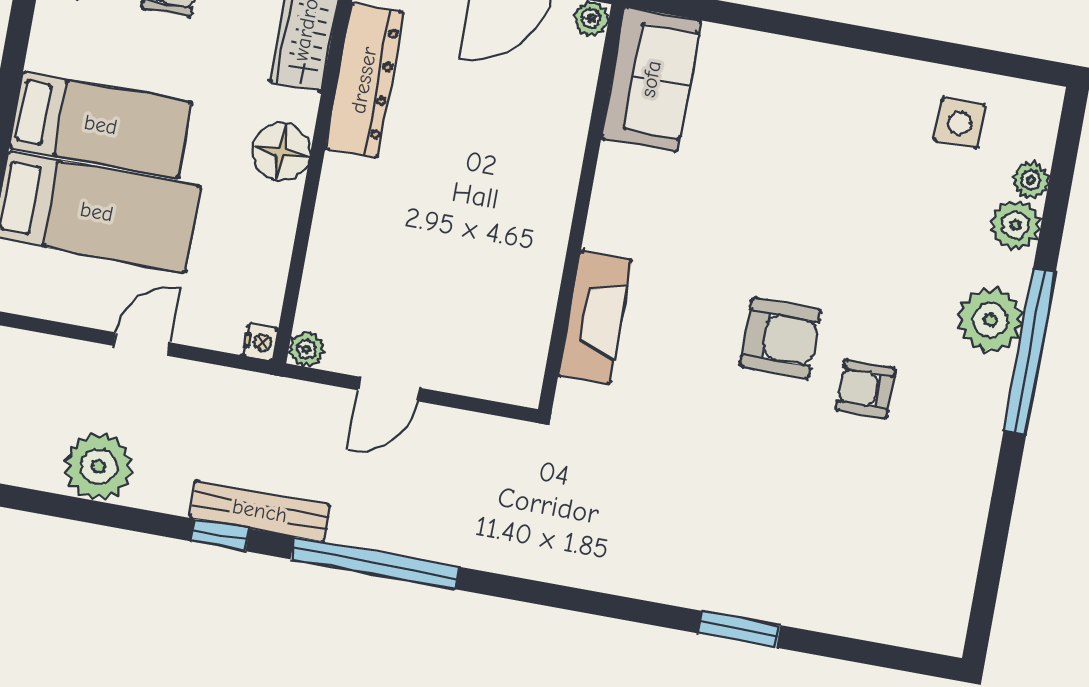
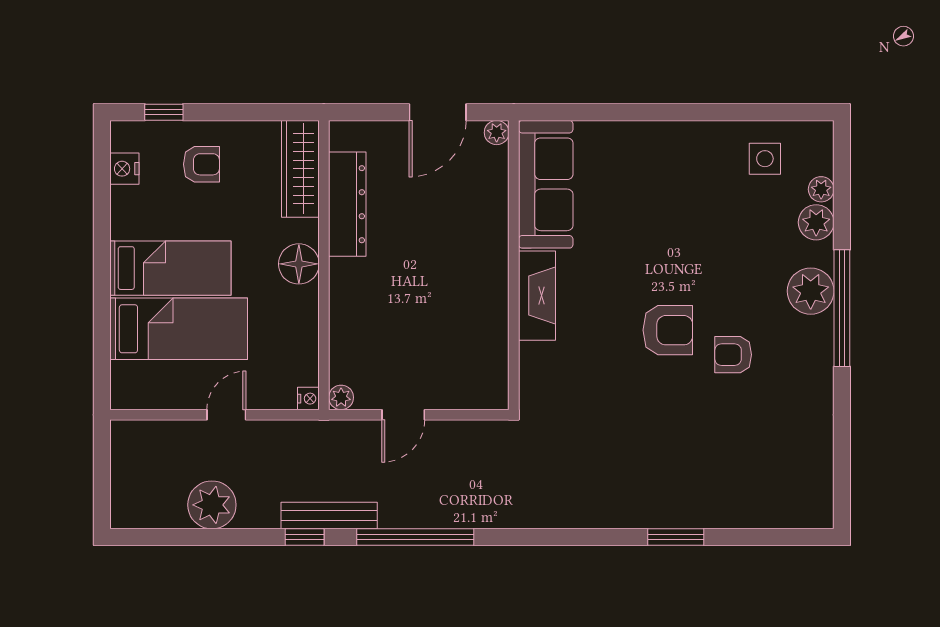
sofa: (651, 79) -> (546, 184), width x1.36
fireplace: (595, 317) -> (537, 296), moved

